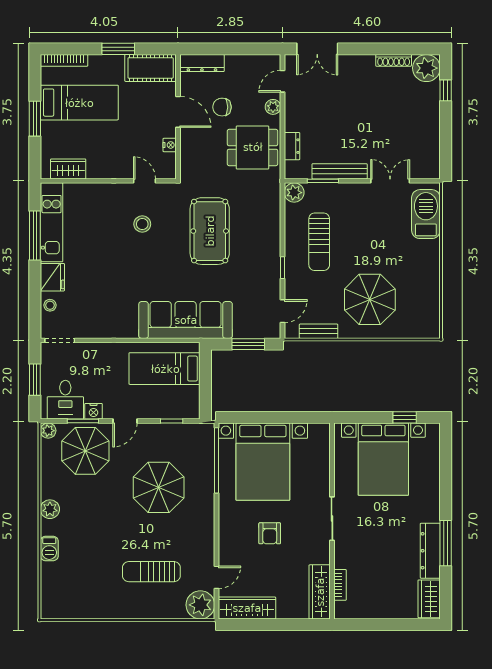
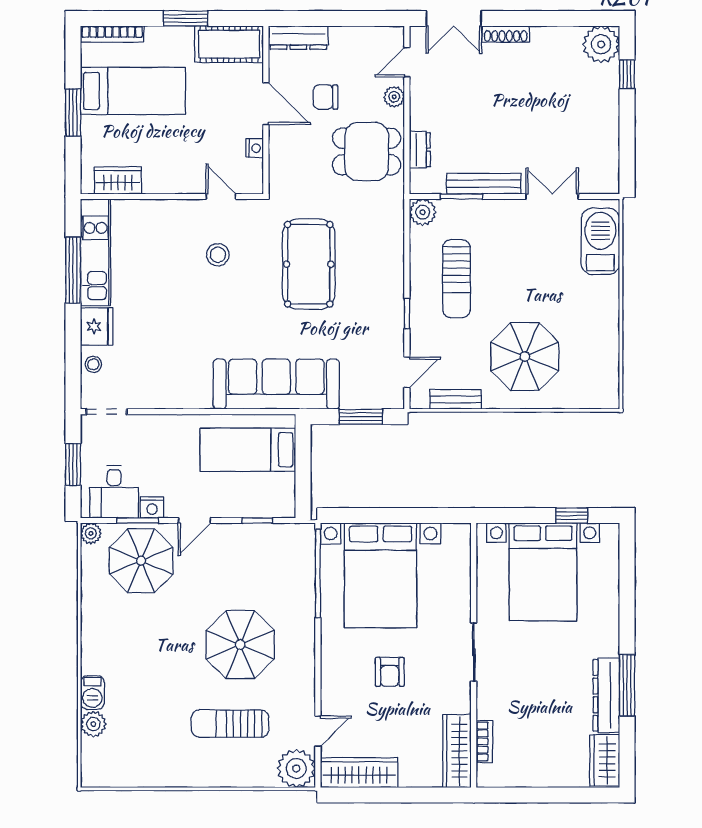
shoe rack: (394, 60) -> (506, 34), moved
parasol: (159, 487) -> (240, 645), moved
plant: (50, 509) -> (93, 724), moved

